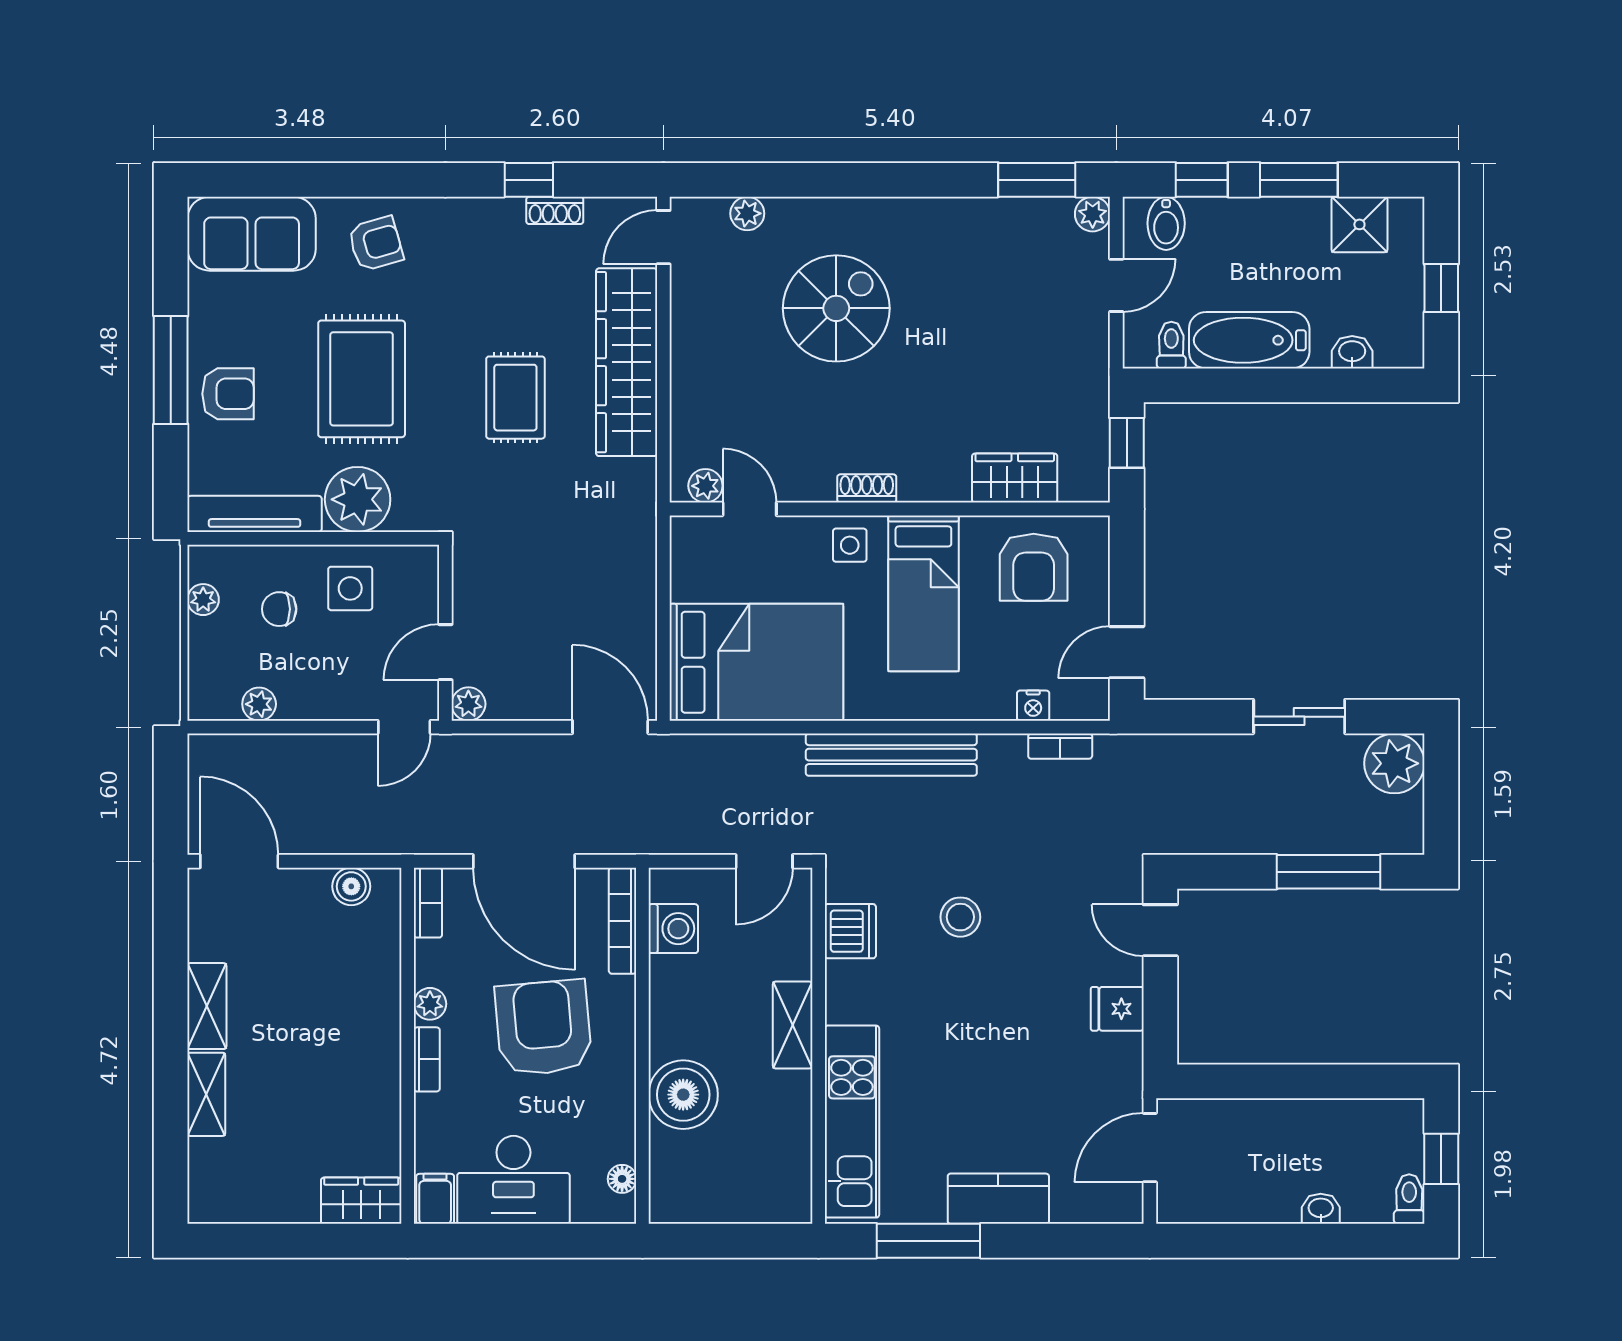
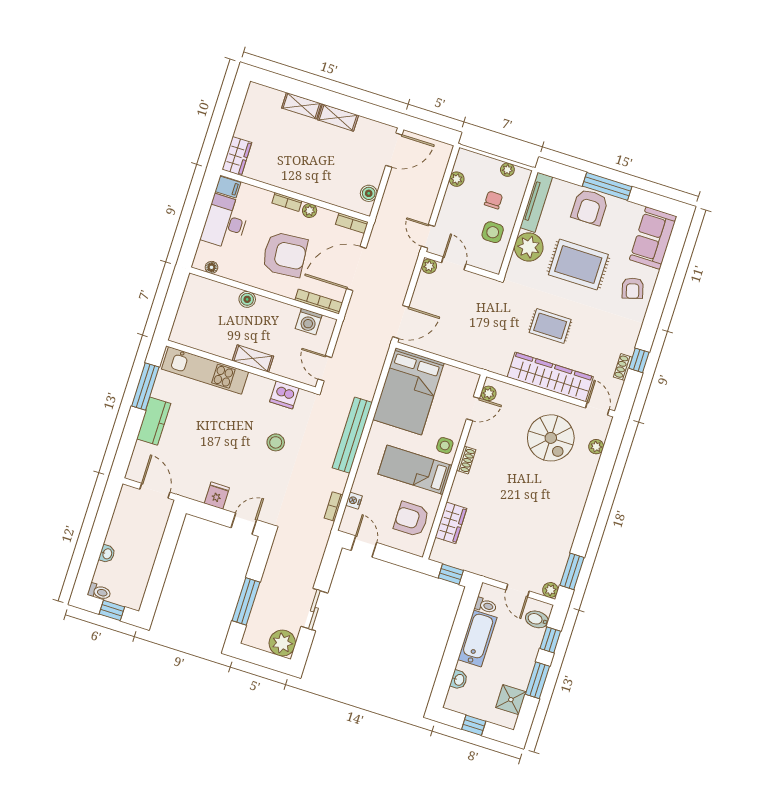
spiral stairs: (836, 308) -> (551, 438), moved
armchair: (228, 394) -> (590, 207), width x1.38, depth x1.38
boiler: (683, 1095) -> (247, 299), width x0.54, depth x0.54

